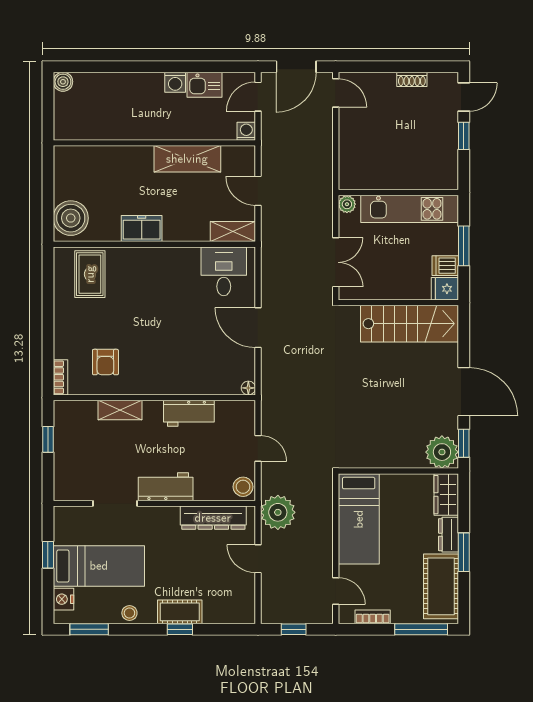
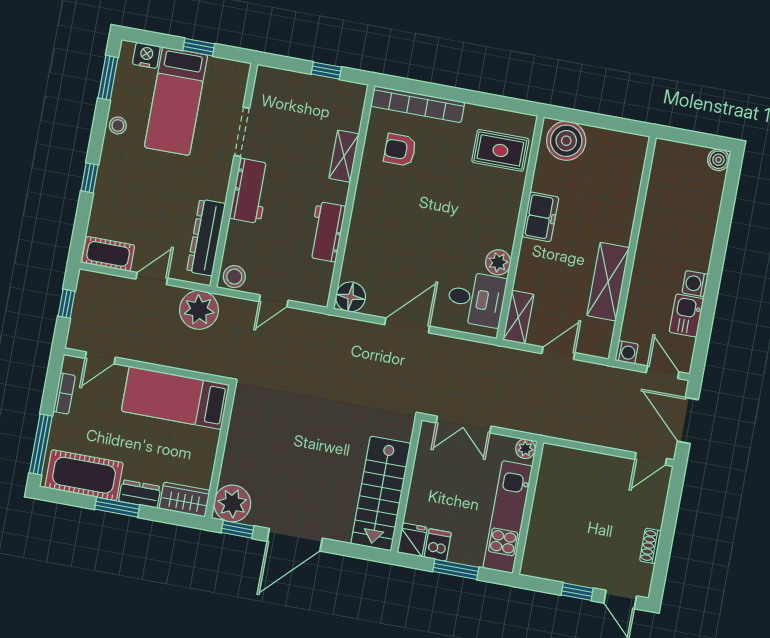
plant: (188, 258) -> (498, 262), added
bookcase: (60, 377) -> (418, 104), width x2.31, depth x1.31
floor lamp: (248, 388) -> (351, 297), width x1.89, depth x1.89
cot: (180, 612) -> (108, 254), moved, turned 90

